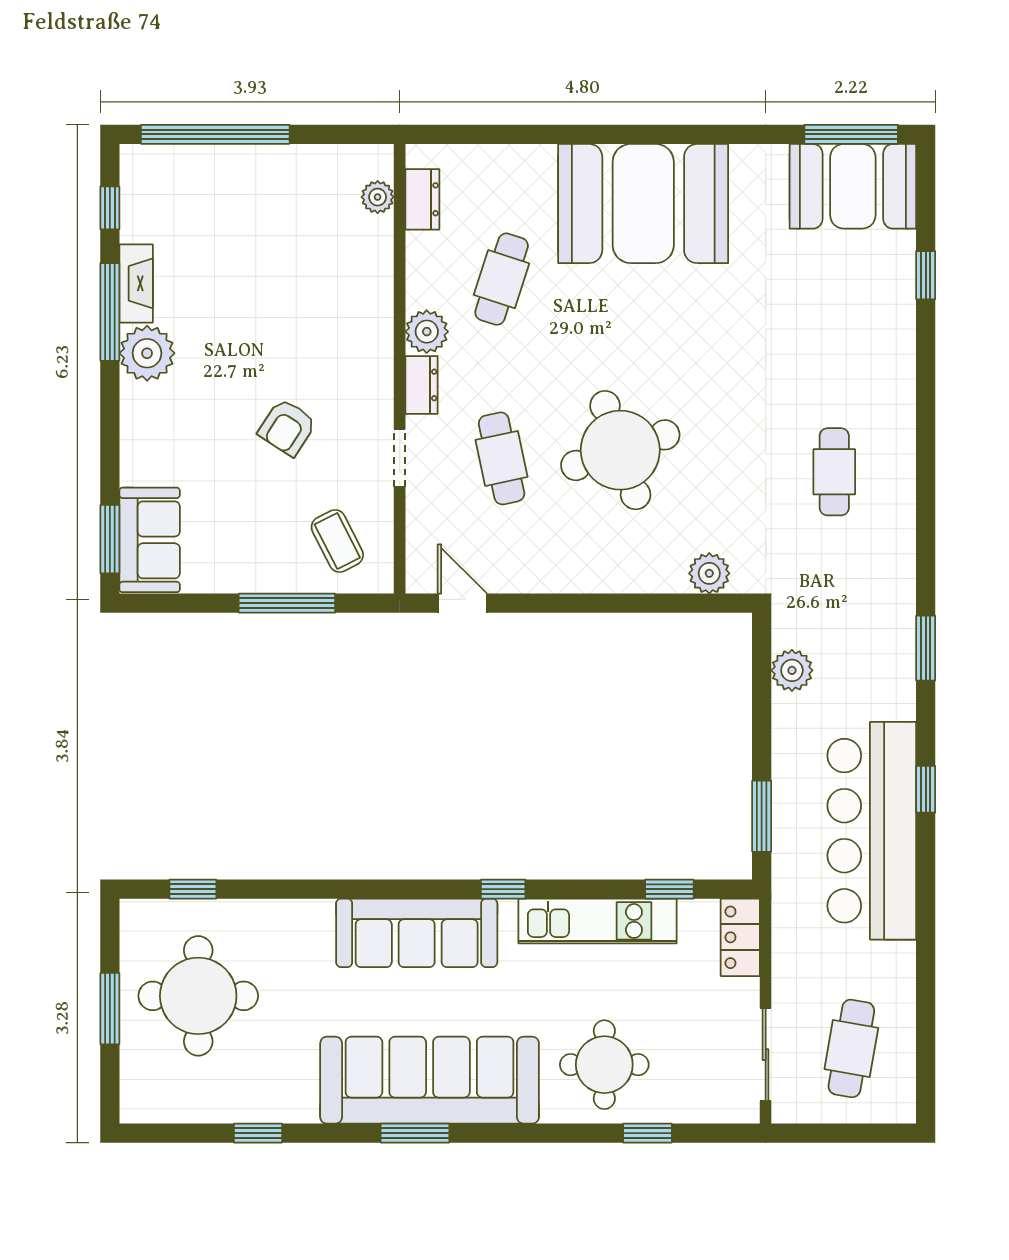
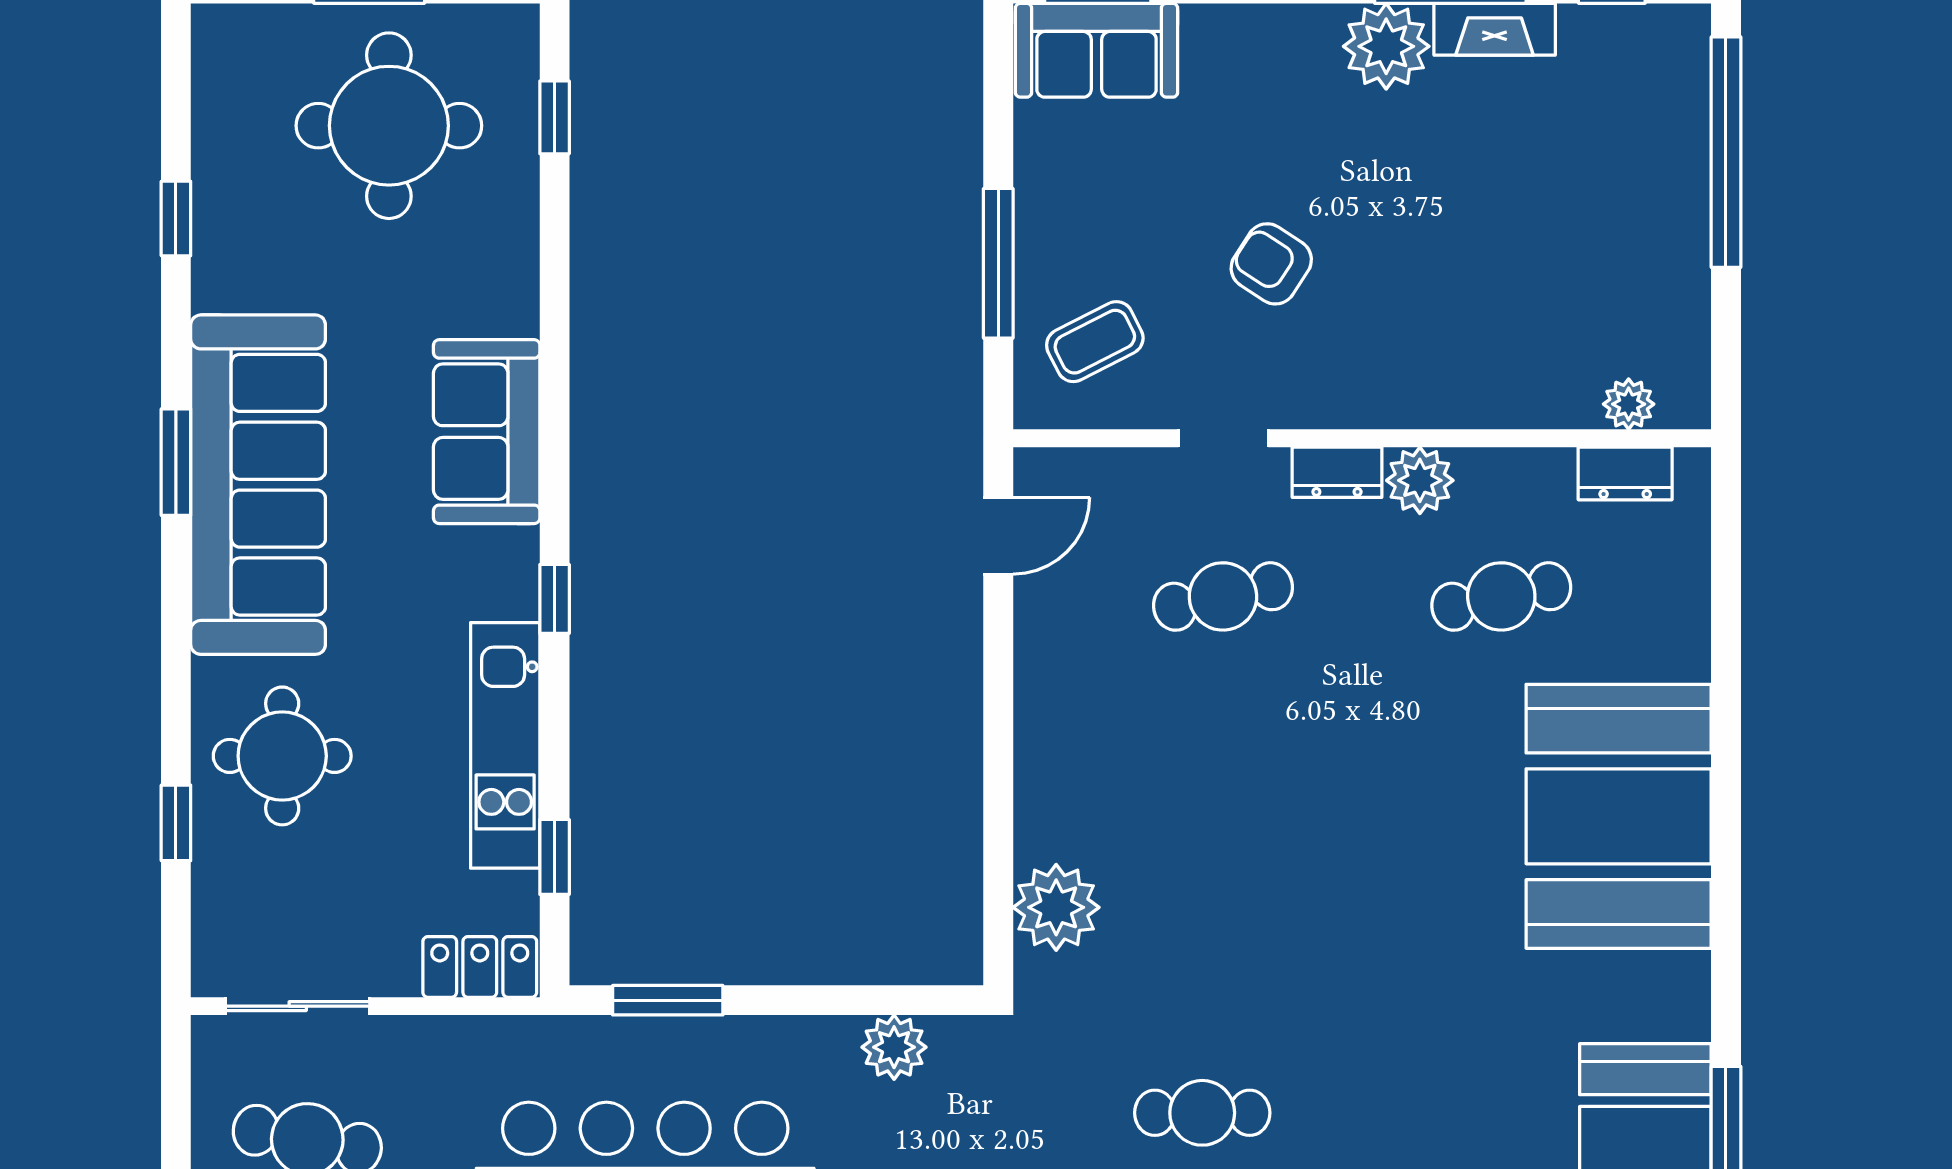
cafe table: (502, 279) -> (1501, 596), turned -30
round table: (620, 450) -> (1236, 781), removed
plant: (709, 573) -> (1056, 907), width x1.36, depth x1.36
sofa: (417, 933) -> (487, 432), width x0.73

